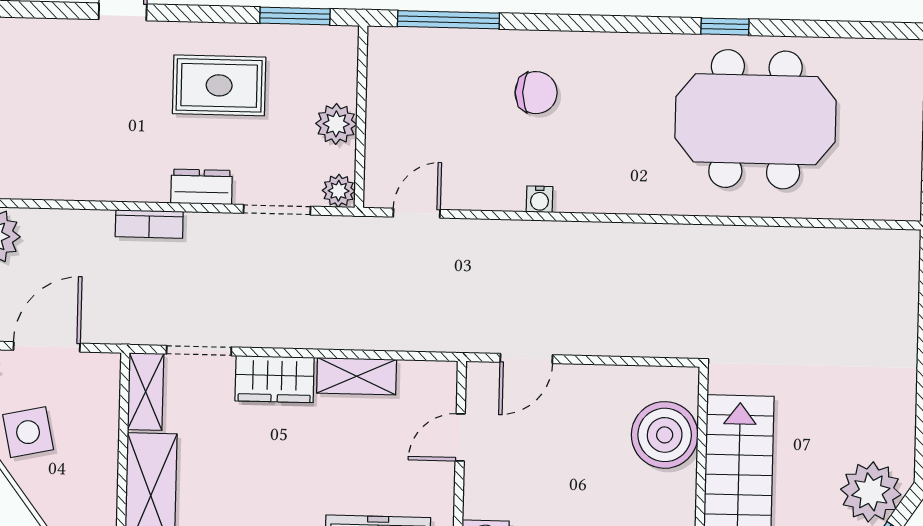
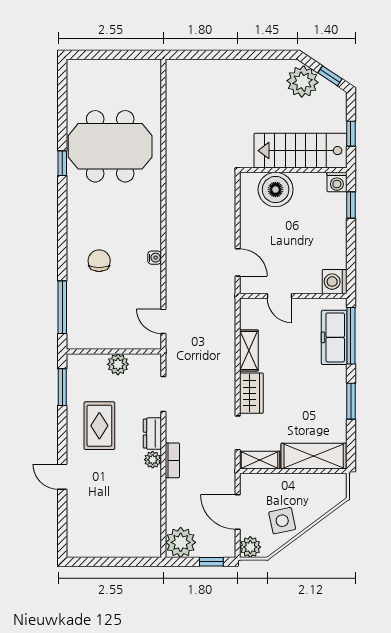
meeting table: (755, 119) -> (110, 146), turned 90
plant: (339, 191) -> (153, 460), moved

